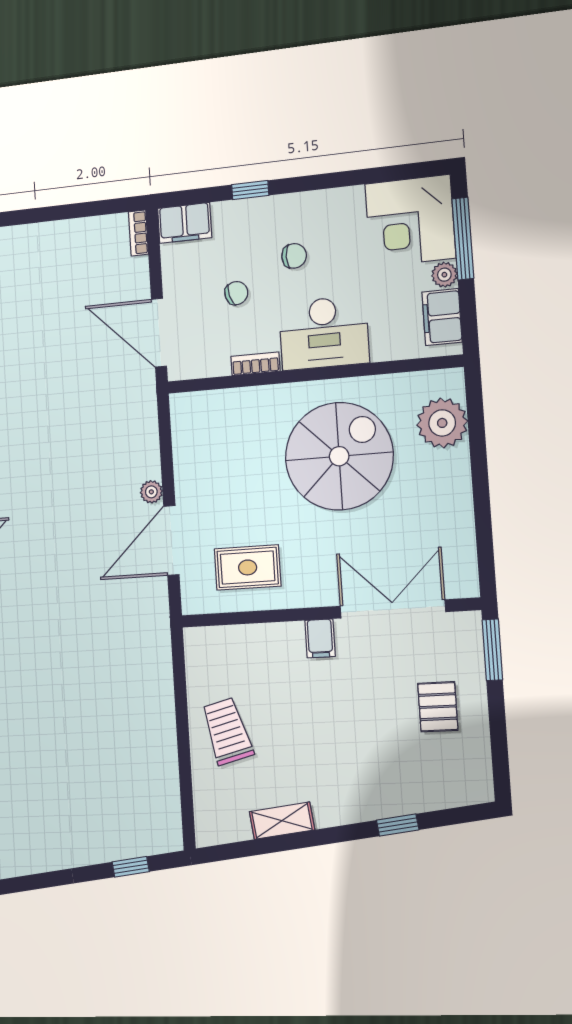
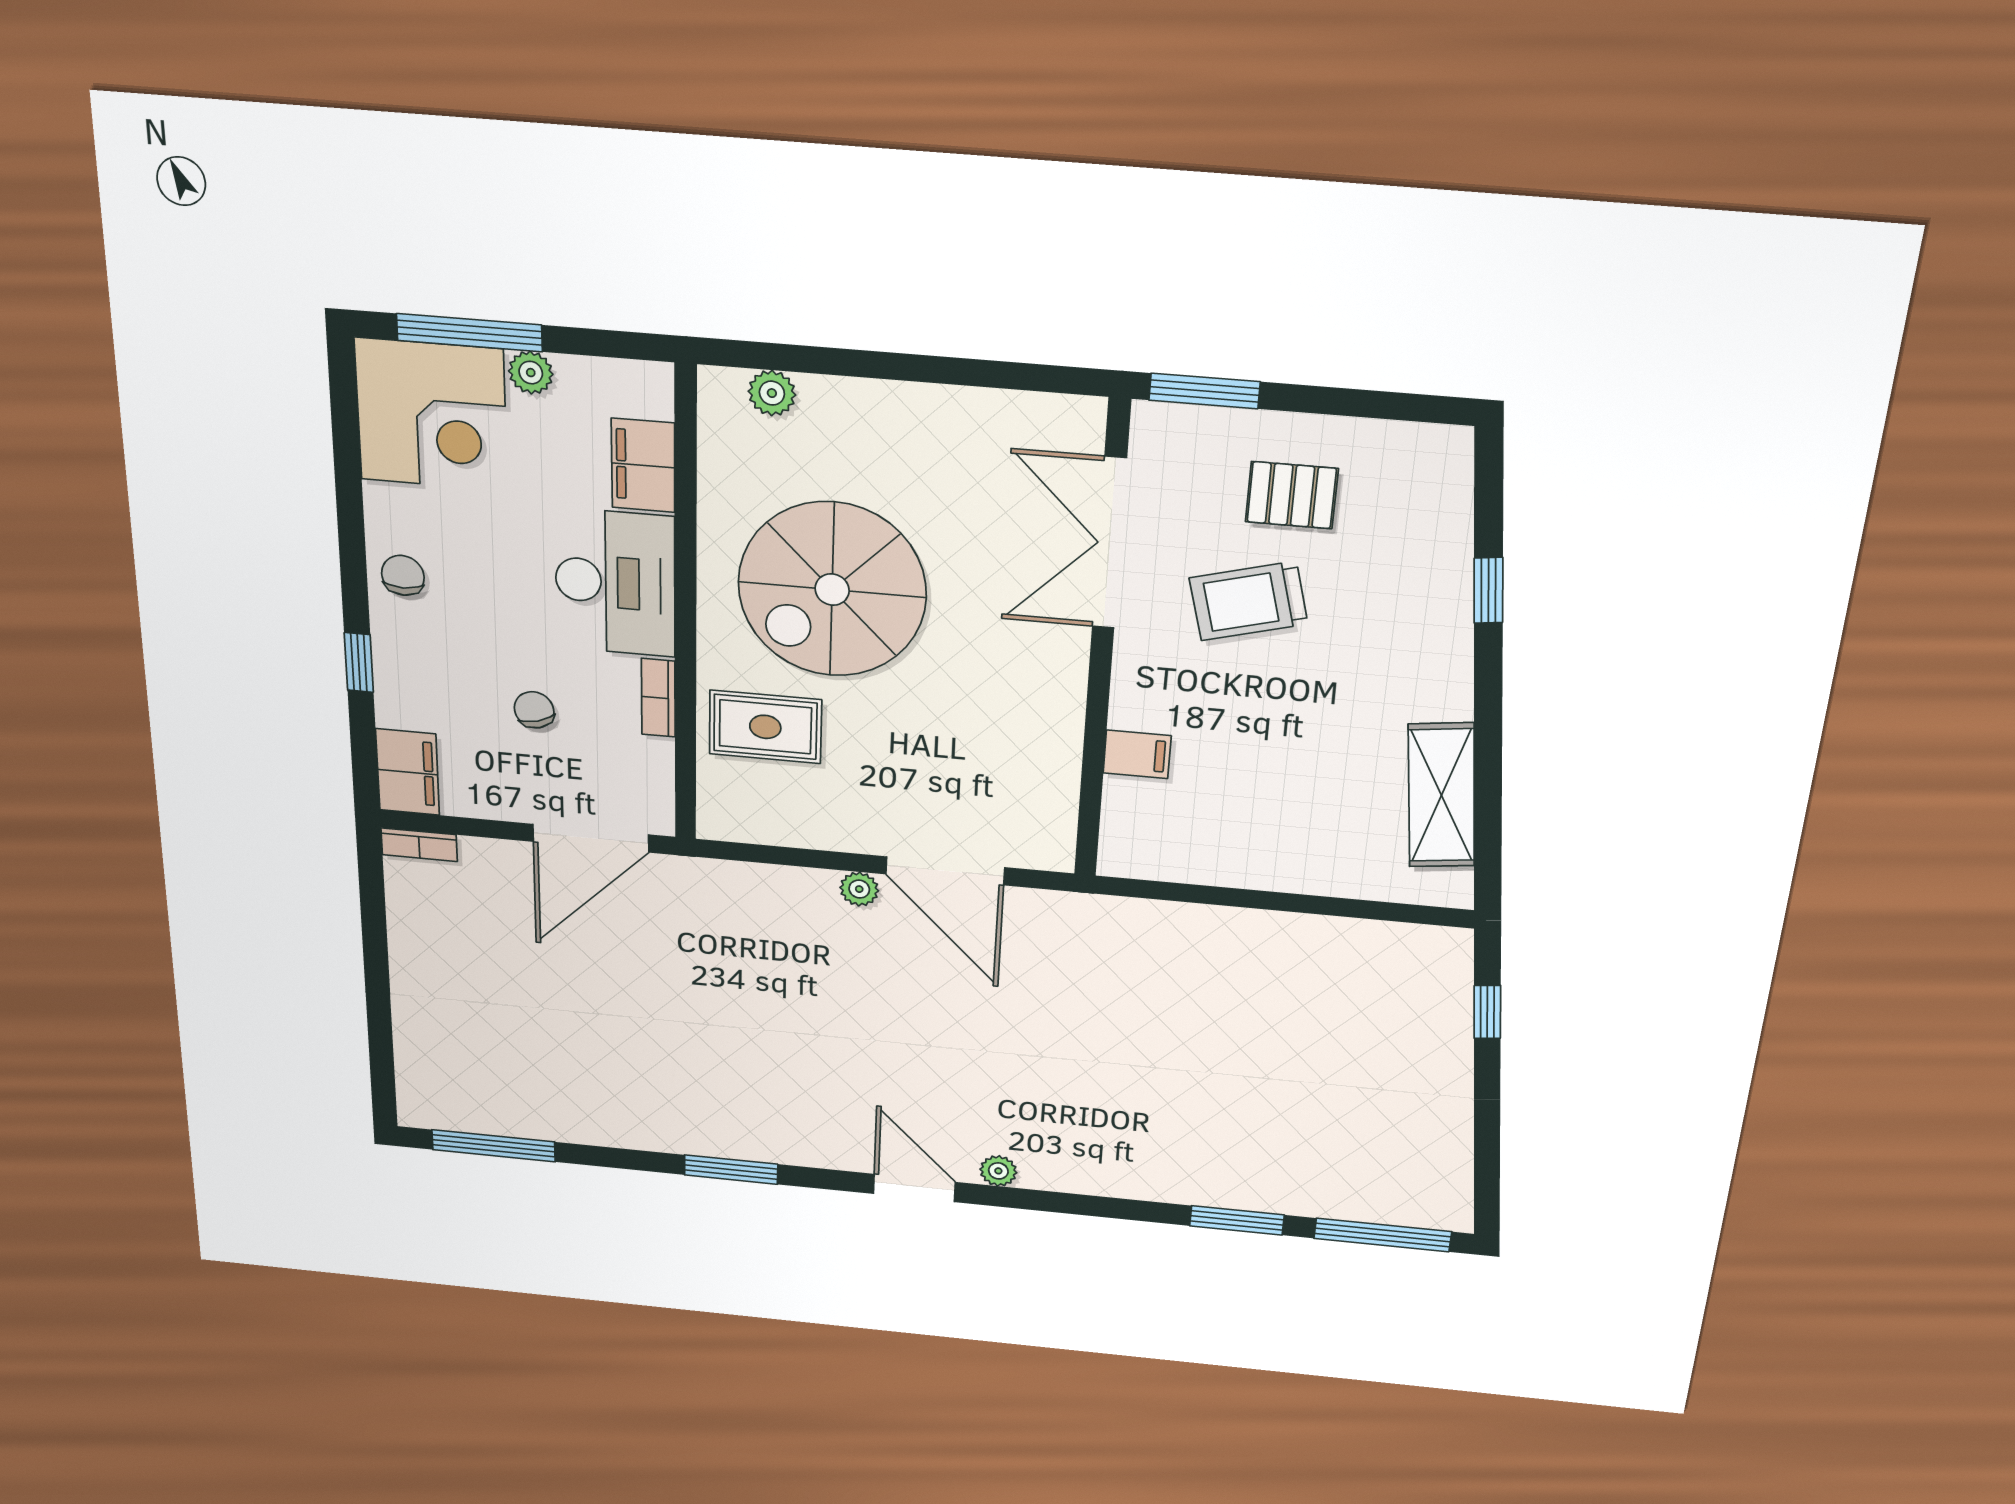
chair: (294, 256) -> (403, 575), moved
filing cabinet: (442, 317) -> (643, 465), moved, turned 90
plant: (442, 423) -> (772, 393), width x0.53, depth x0.53
spiral stairs: (339, 456) -> (832, 590), turned -90
rug: (248, 567) -> (765, 727), moved, turned 90
filing cabinet: (320, 638) -> (1137, 754), moved
trolley: (227, 731) -> (1249, 601), moved
shelving: (282, 821) -> (1441, 795), width x1.50, depth x1.33

